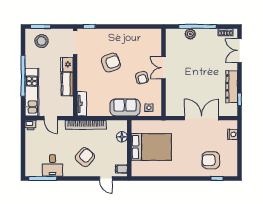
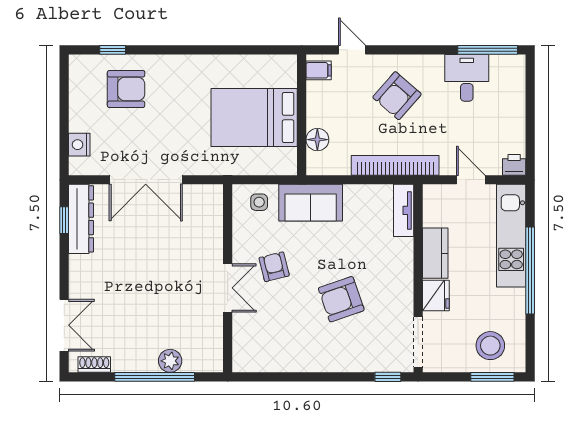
dresser: (232, 87) -> (81, 219), moved

